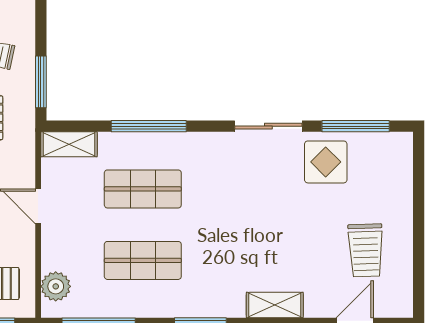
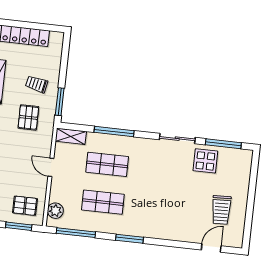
shelving: (275, 305) -> (170, 233), removed

